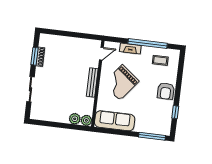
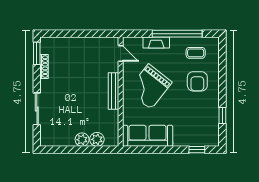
door: (101, 54) -> (121, 53), hinge flipped
window: (34, 56) -> (37, 53), moved
armchair: (166, 91) -> (197, 81), moved
plant: (86, 120) -> (82, 140), moved
window: (152, 136) -> (197, 150), width x0.46

